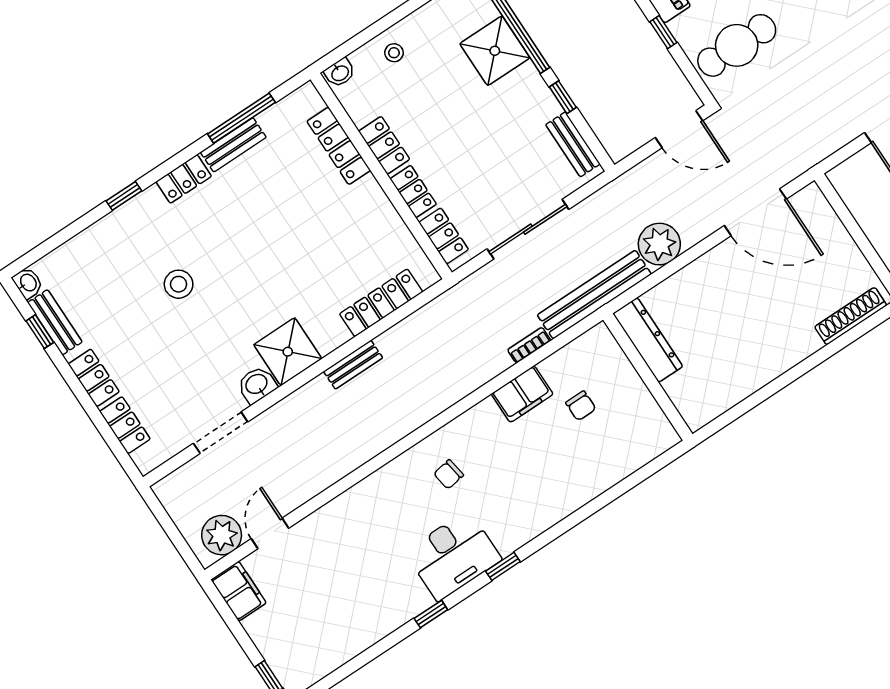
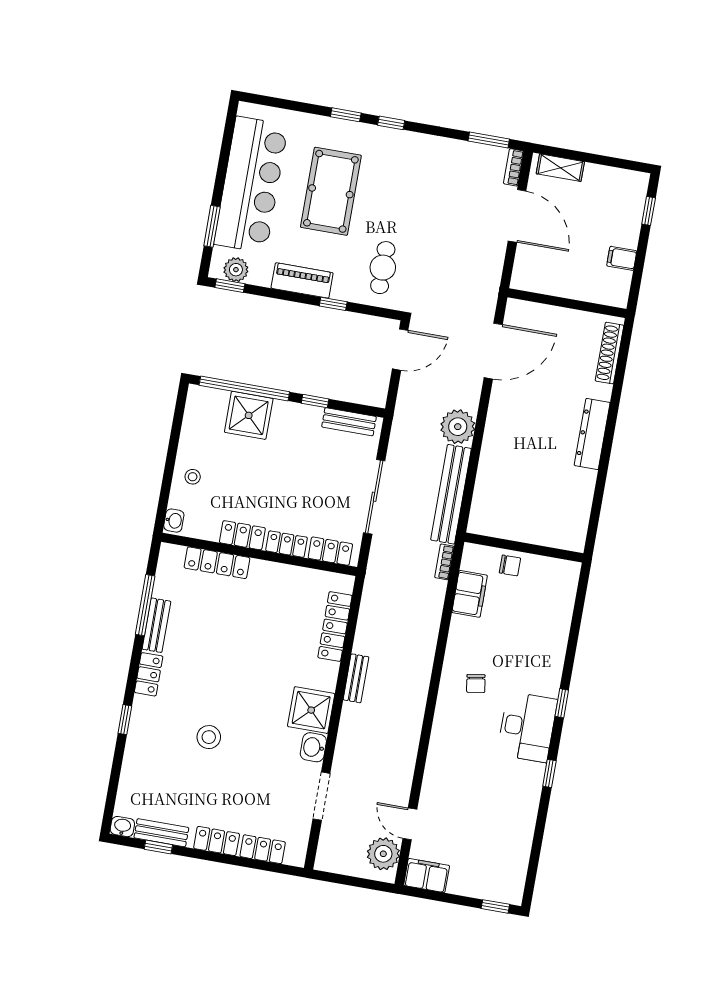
cafe table: (737, 45) -> (383, 268), width x0.73, depth x0.74
dresser: (648, 340) -> (592, 434), moved, turned -90
wall: (648, 377) -> (524, 547), moved

